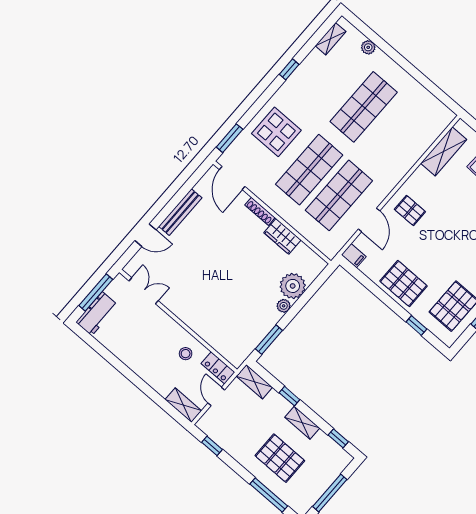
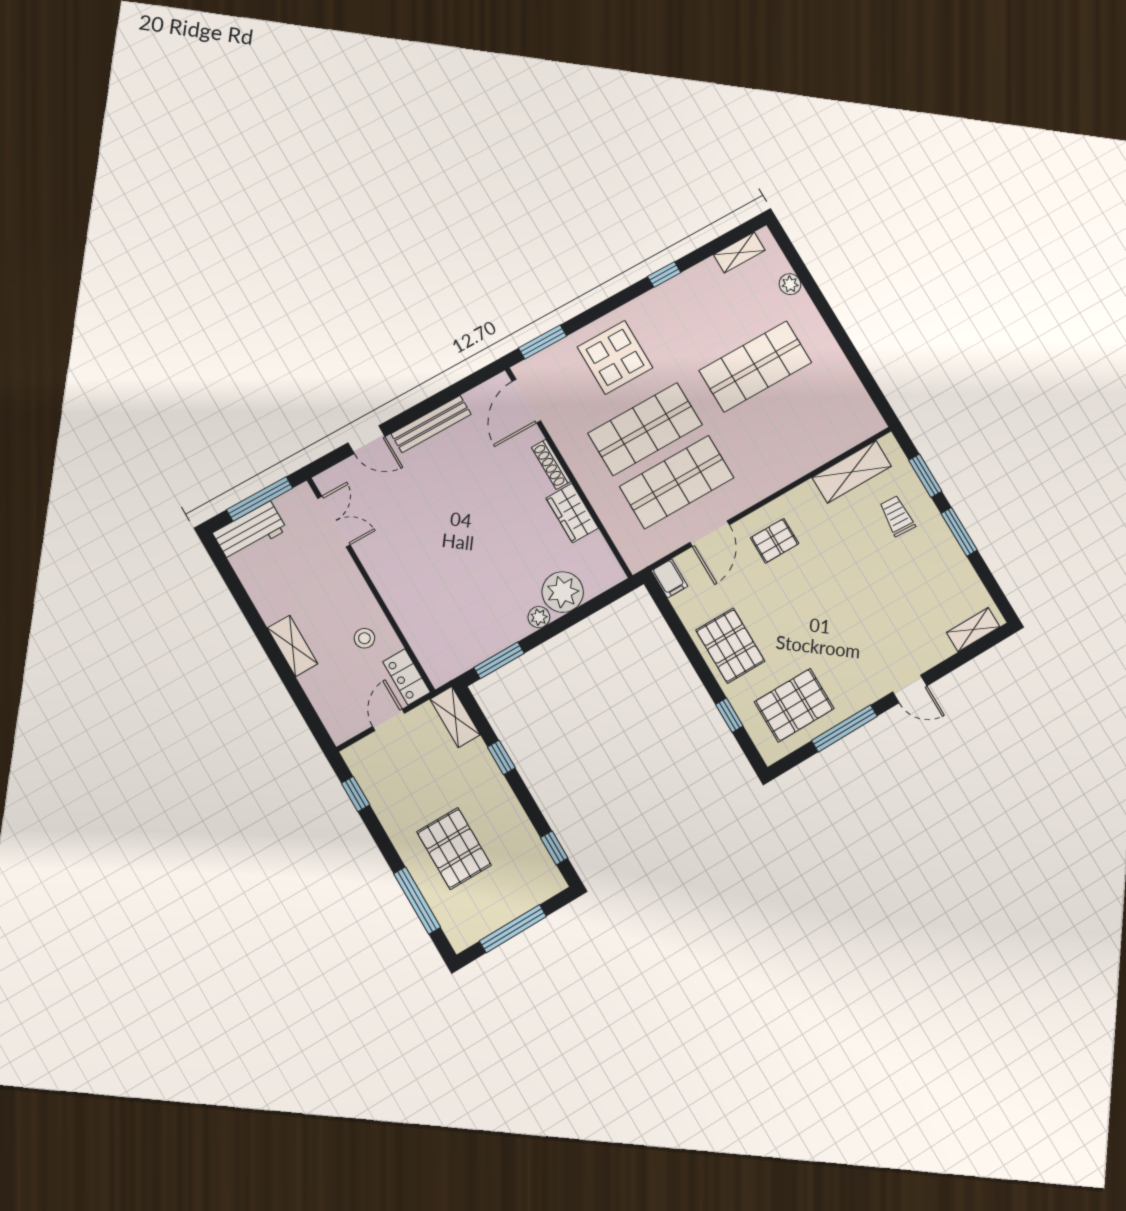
pallet: (410, 211) -> (775, 541), turned 90
shelving: (183, 405) -> (293, 646), moved
shelving: (302, 423) -> (507, 805), removed

